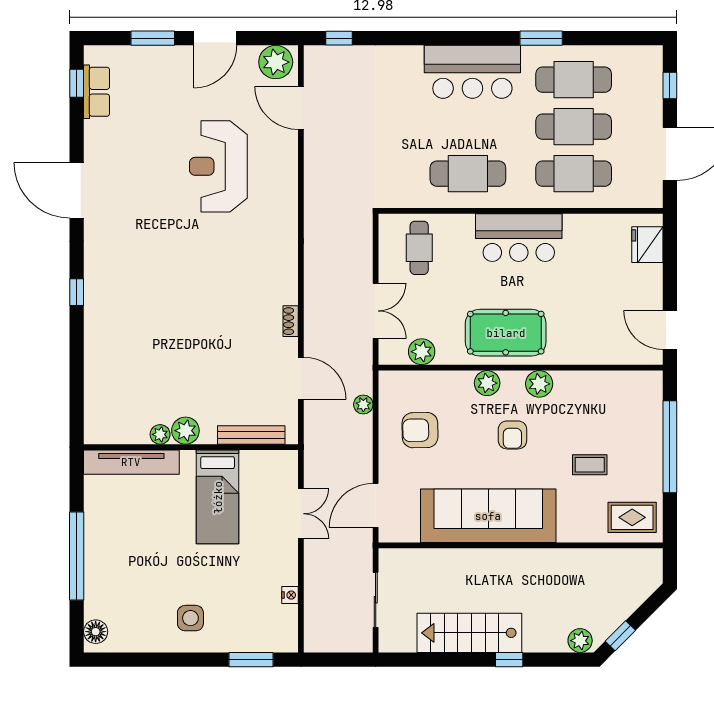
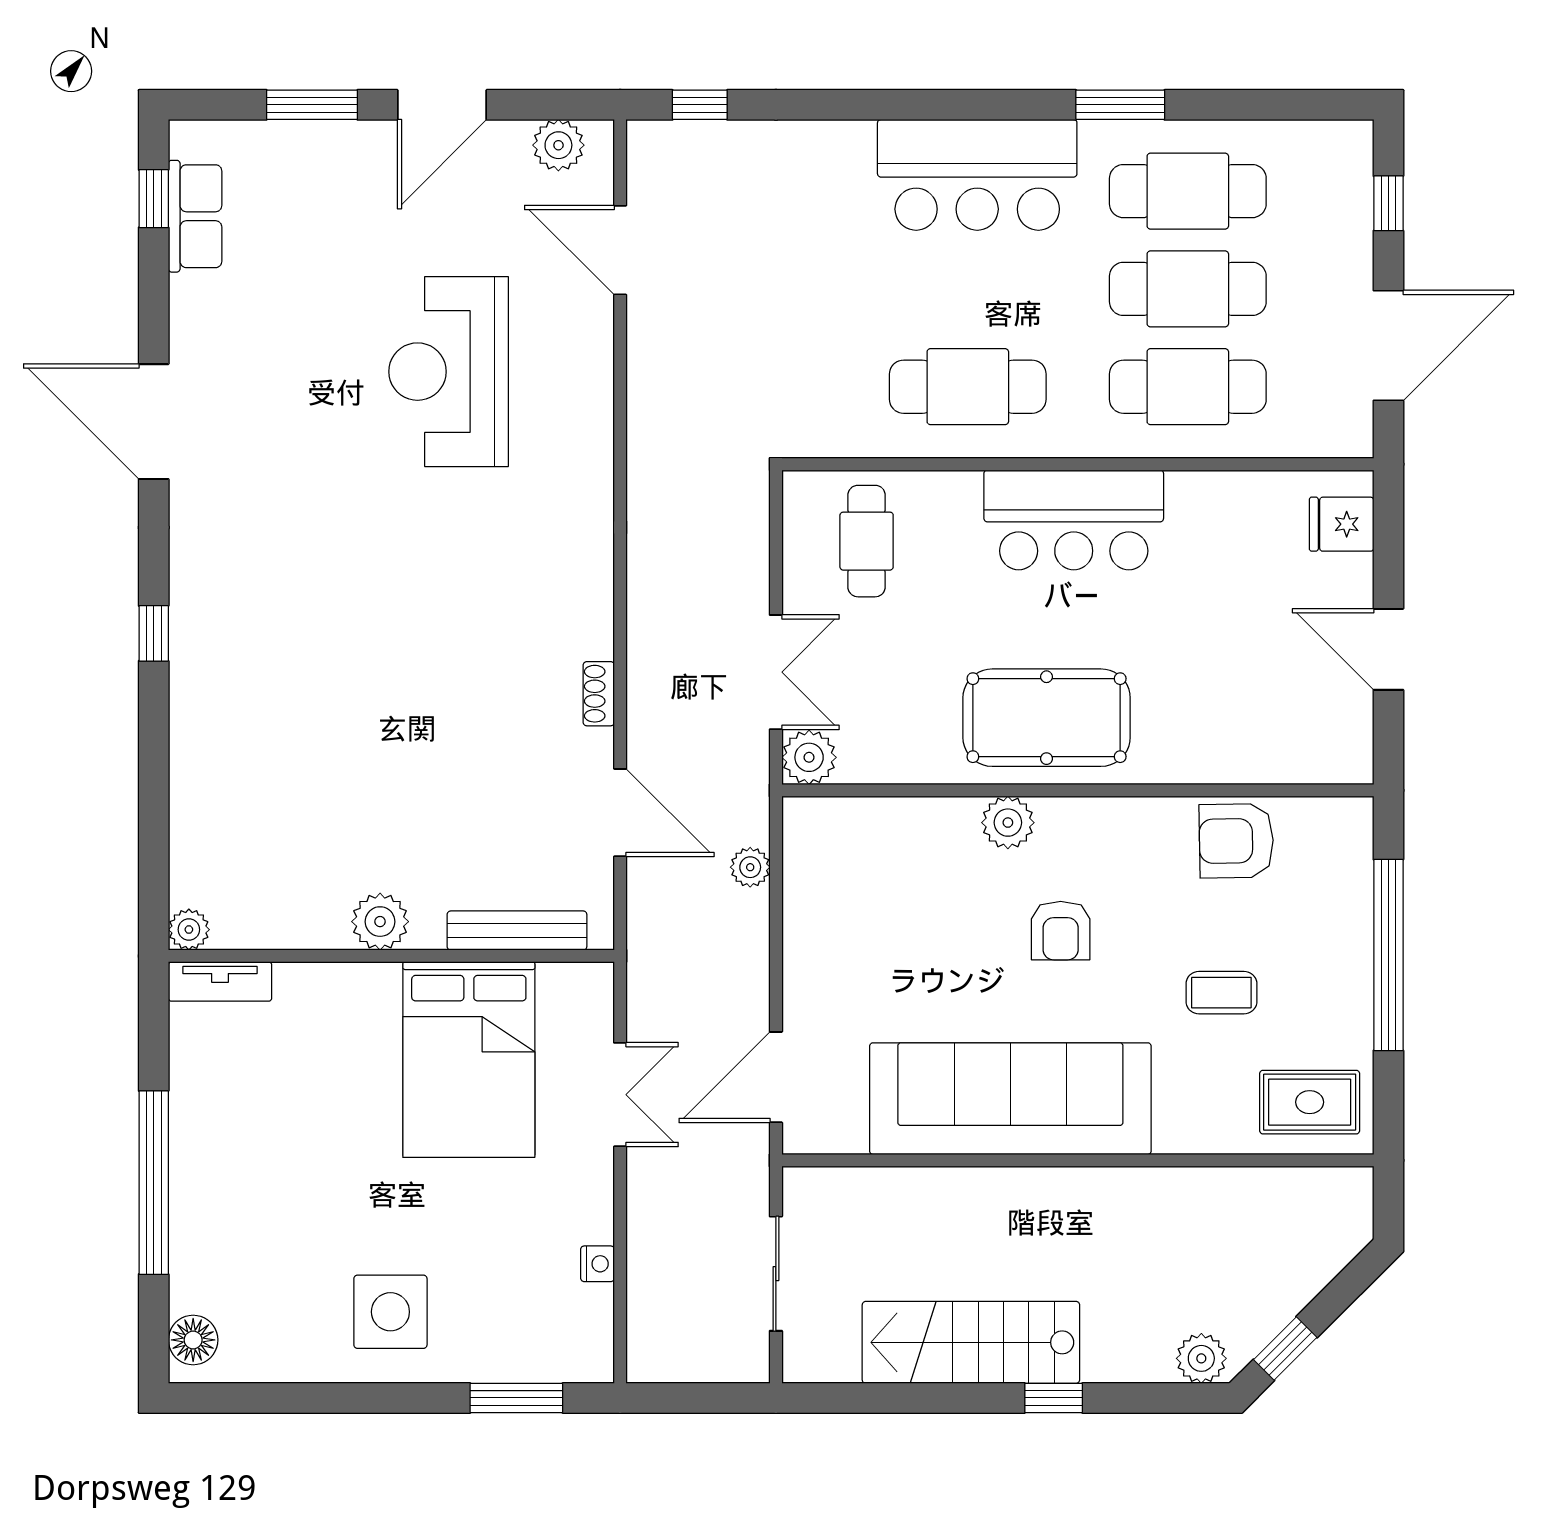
plant: (276, 62) -> (558, 145), width x0.73, depth x0.73
fridge: (647, 245) -> (1342, 524), width x0.72
door: (670, 330) -> (1388, 649), moved
plant: (422, 352) -> (809, 757), moved
plant: (539, 384) -> (1116, 824), removed
armchair: (420, 430) -> (1236, 841), moved
plant: (160, 434) -> (189, 930), moved
tv unit: (131, 462) -> (220, 981), width x0.52, depth x0.78
bed: (218, 497) -> (469, 1060), width x1.50
side table: (190, 618) -> (390, 1312), width x1.37, depth x1.37

